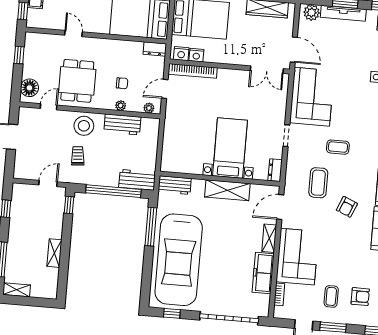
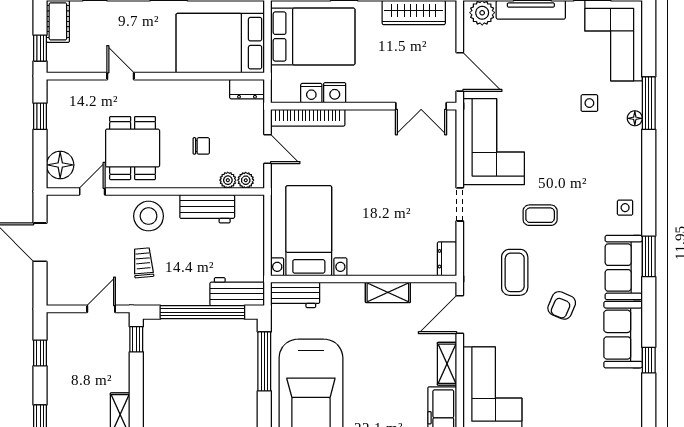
nightstand: (181, 54) -> (335, 93), moved
door: (165, 89) -> (268, 149), swing flipped
plant: (121, 106) -> (228, 180), moved
bed with nightstands: (230, 148) -> (309, 231), moved
shelving: (227, 190) -> (388, 292), width x0.67, depth x0.75

